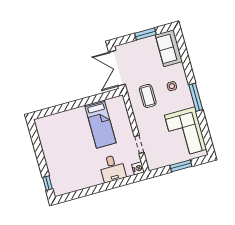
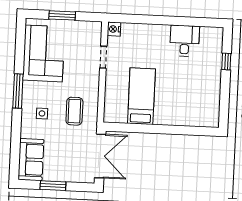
desk: (112, 168) -> (185, 41), moved
window: (48, 183) -> (226, 61), moved

